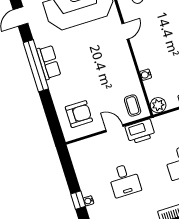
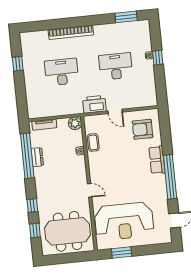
door: (125, 31) -> (90, 190), swing flipped
row of seats: (49, 62) -> (157, 160), moved
coffee table: (133, 106) -> (93, 142), moved
desk: (124, 180) -> (116, 66), width x1.37

